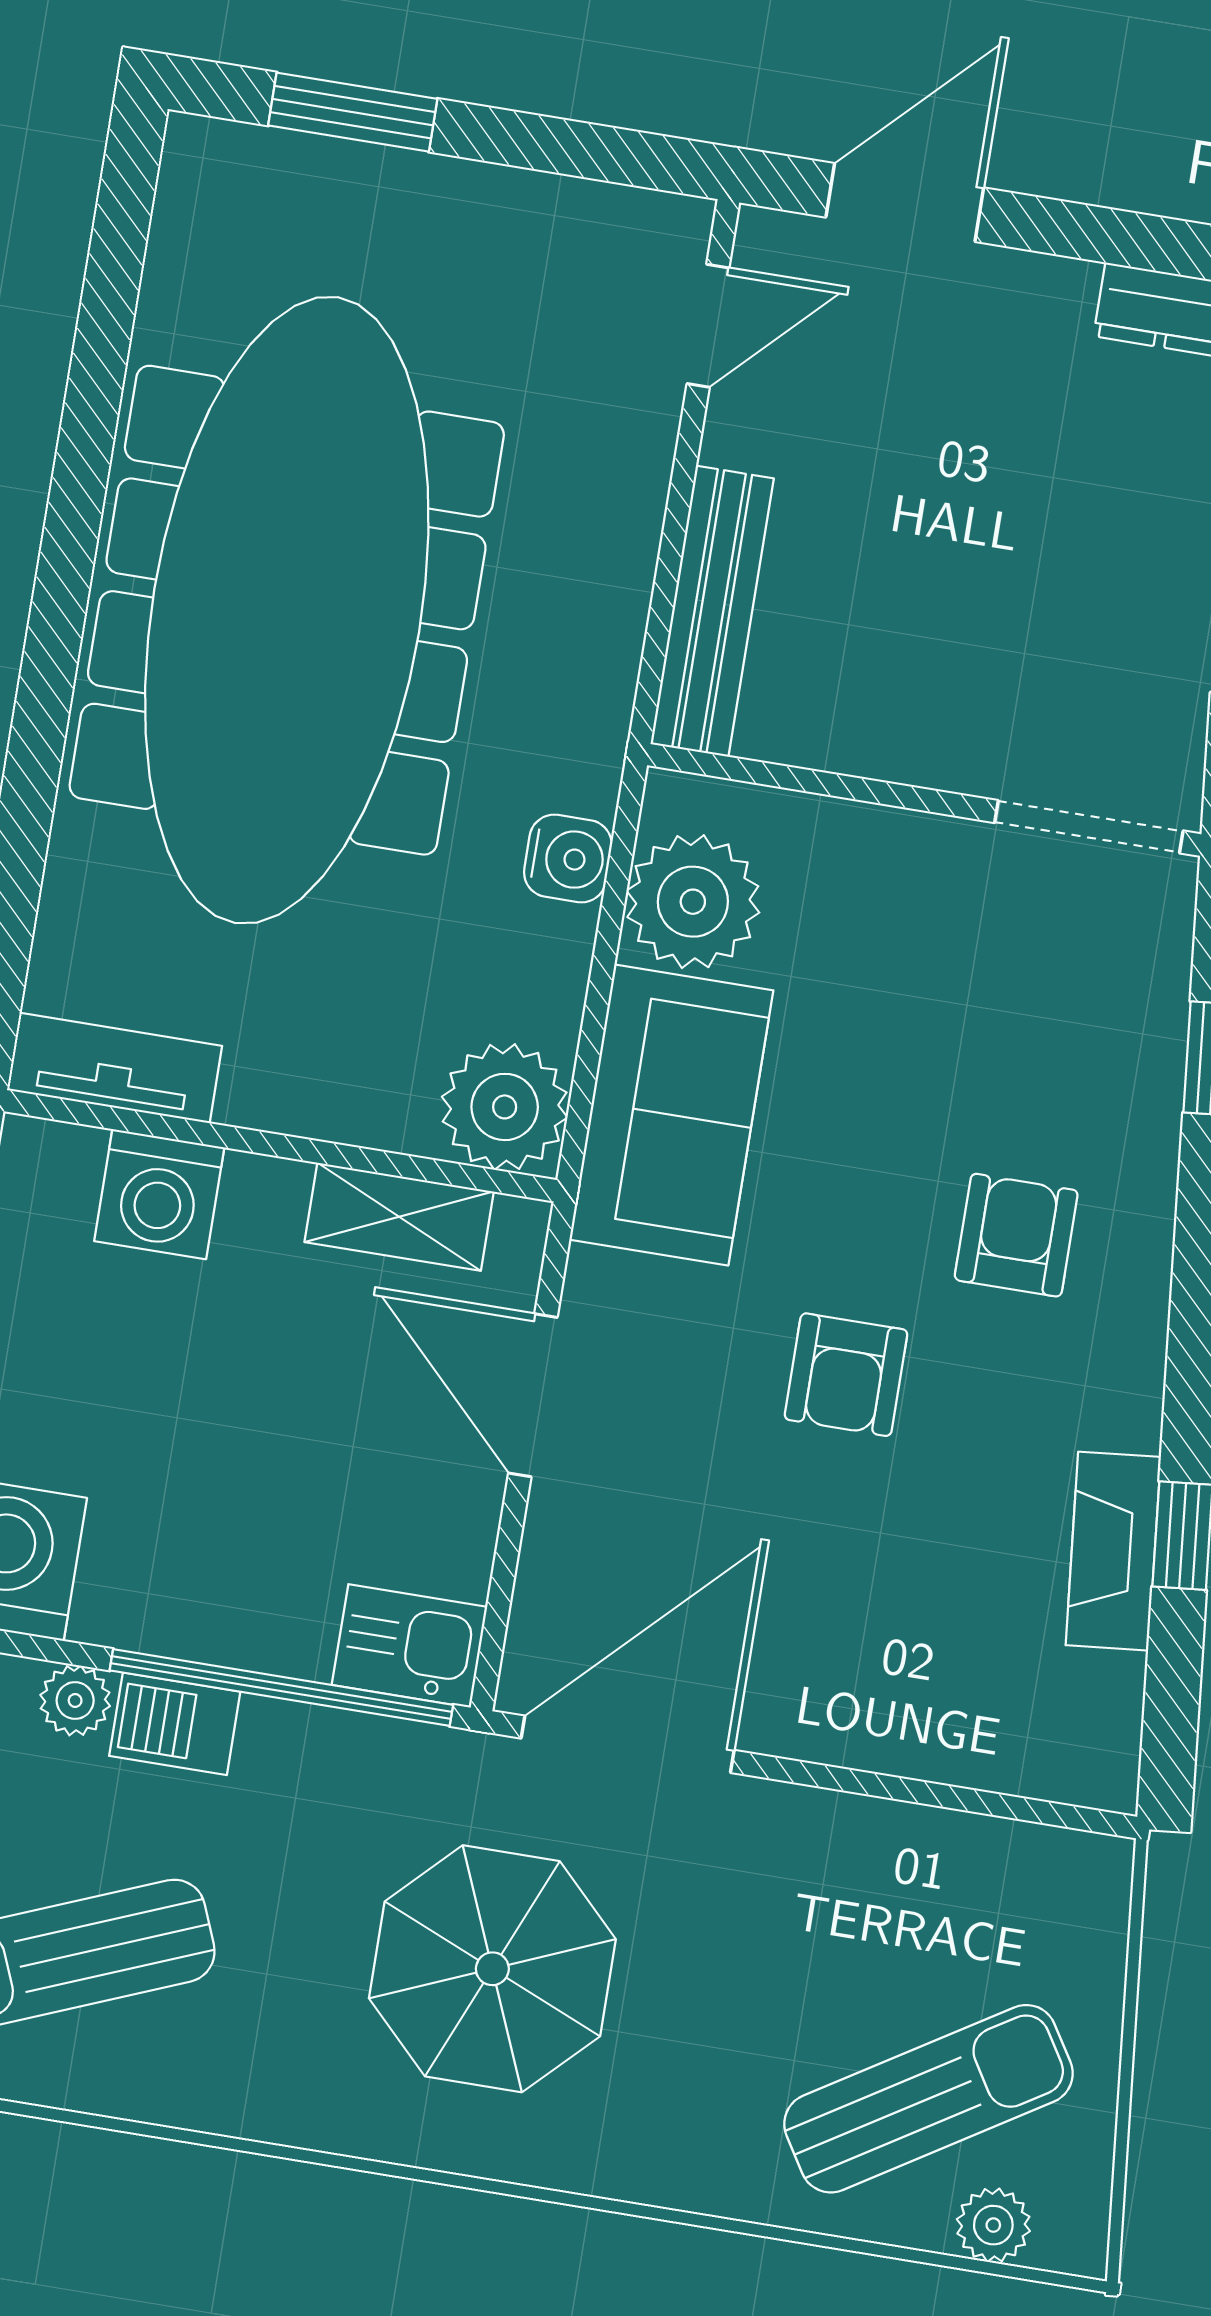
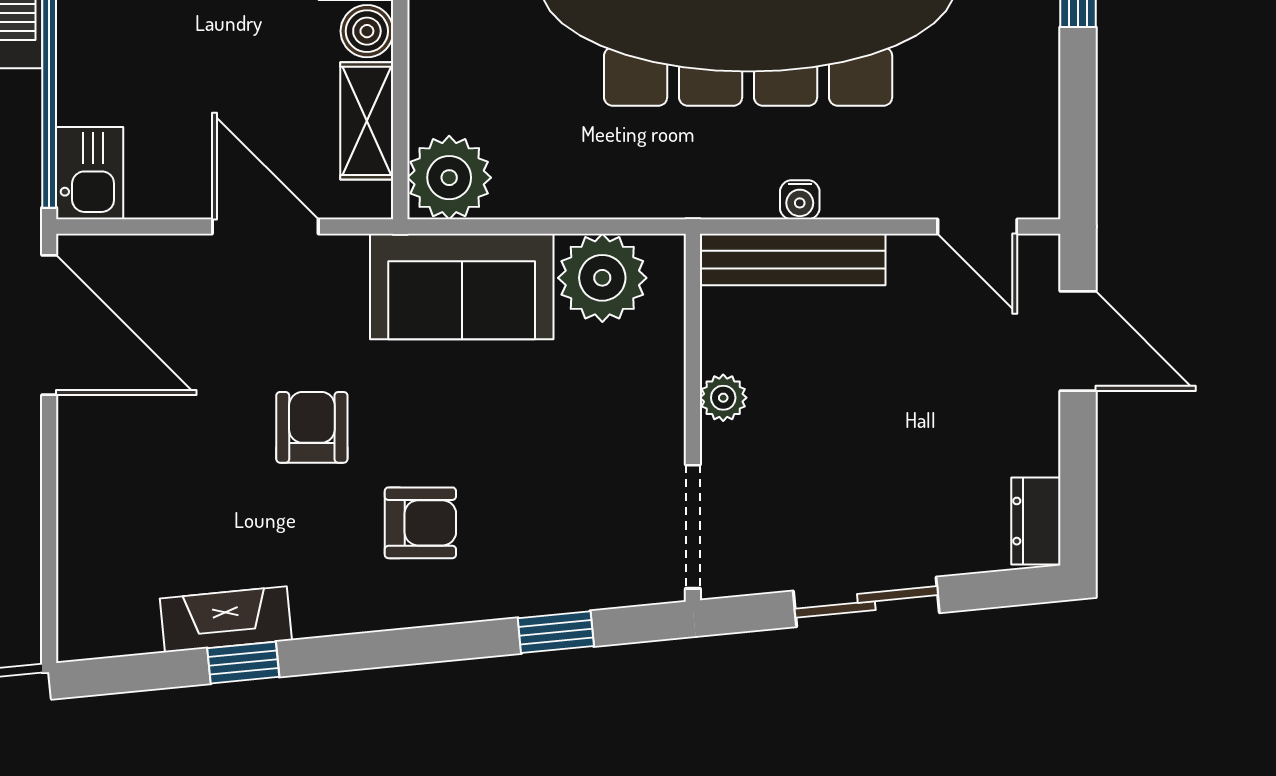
plant: (903, 749) -> (723, 398), added
water cooler: (568, 858) -> (800, 200), moved, width x0.72, depth x0.72
boiler: (264, 1194) -> (367, 31), added
armchair: (846, 1375) -> (312, 427), turned 90
door: (533, 1395) -> (265, 227), hinge flipped

